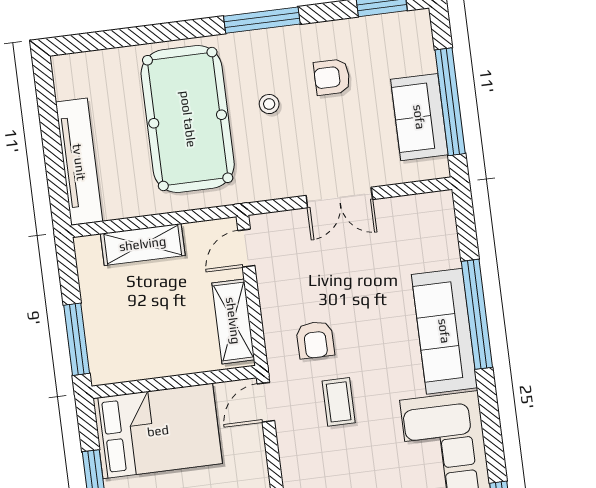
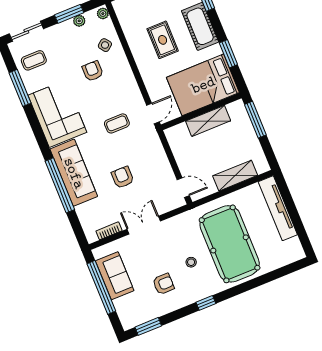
window: (262, 20) -> (206, 303), width x0.46
bookcase: (407, 204) -> (109, 231), added
door: (246, 248) -> (183, 188), hinge flipped
shelving: (233, 321) -> (208, 121), moved, turned 90
armchair: (315, 340) -> (123, 177), moved
coffee table: (339, 402) -> (117, 123), turned 90

